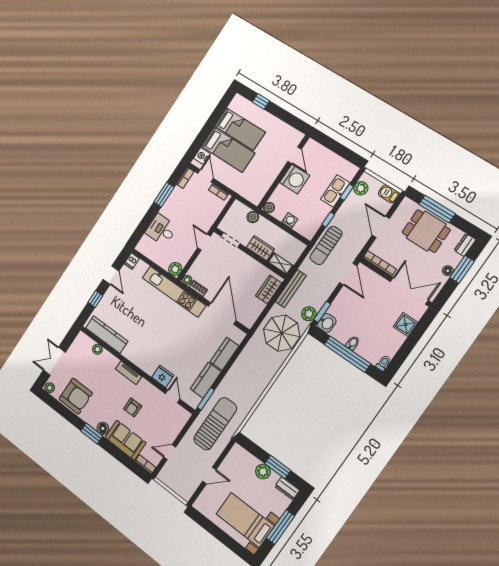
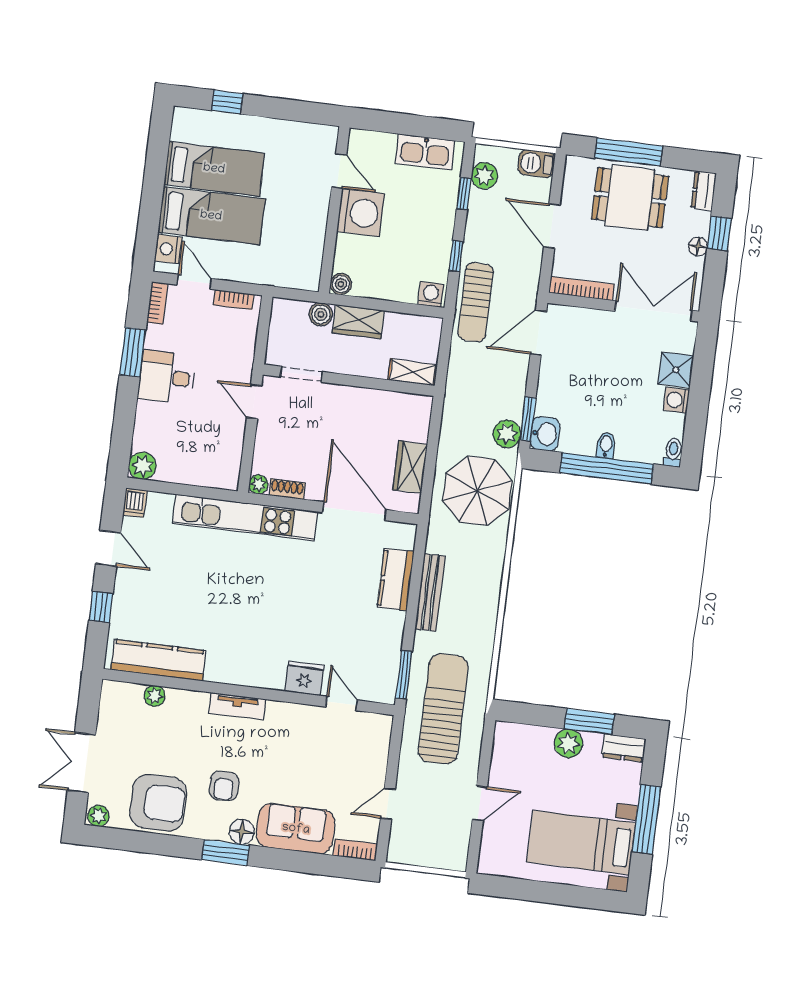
kitchen sink: (335, 191) -> (425, 152), moved, turned -90
washing machine: (290, 221) -> (431, 294), moved
desk: (161, 230) -> (167, 377), moved
wardrobe: (261, 248) -> (358, 322), moved, turned 180
plant: (175, 269) -> (142, 466), moved
window: (462, 269) -> (719, 233), width x0.67
door: (348, 274) -> (538, 333), swing flipped
wardrobe: (269, 289) -> (410, 467), moved
bench: (291, 289) -> (430, 592), moved
washing machine: (398, 339) -> (676, 400), added
kitchen counter: (206, 380) -> (386, 643), removed
armchair: (133, 407) -> (224, 786), moved

